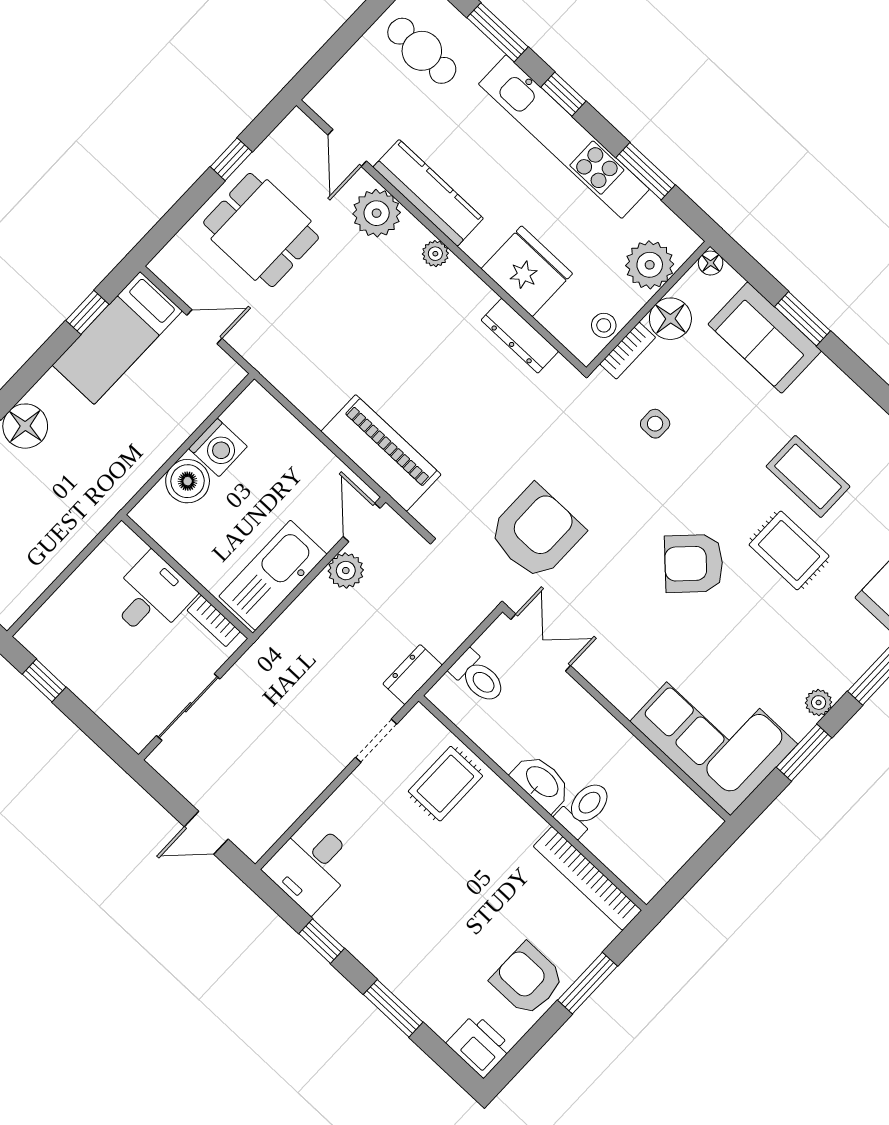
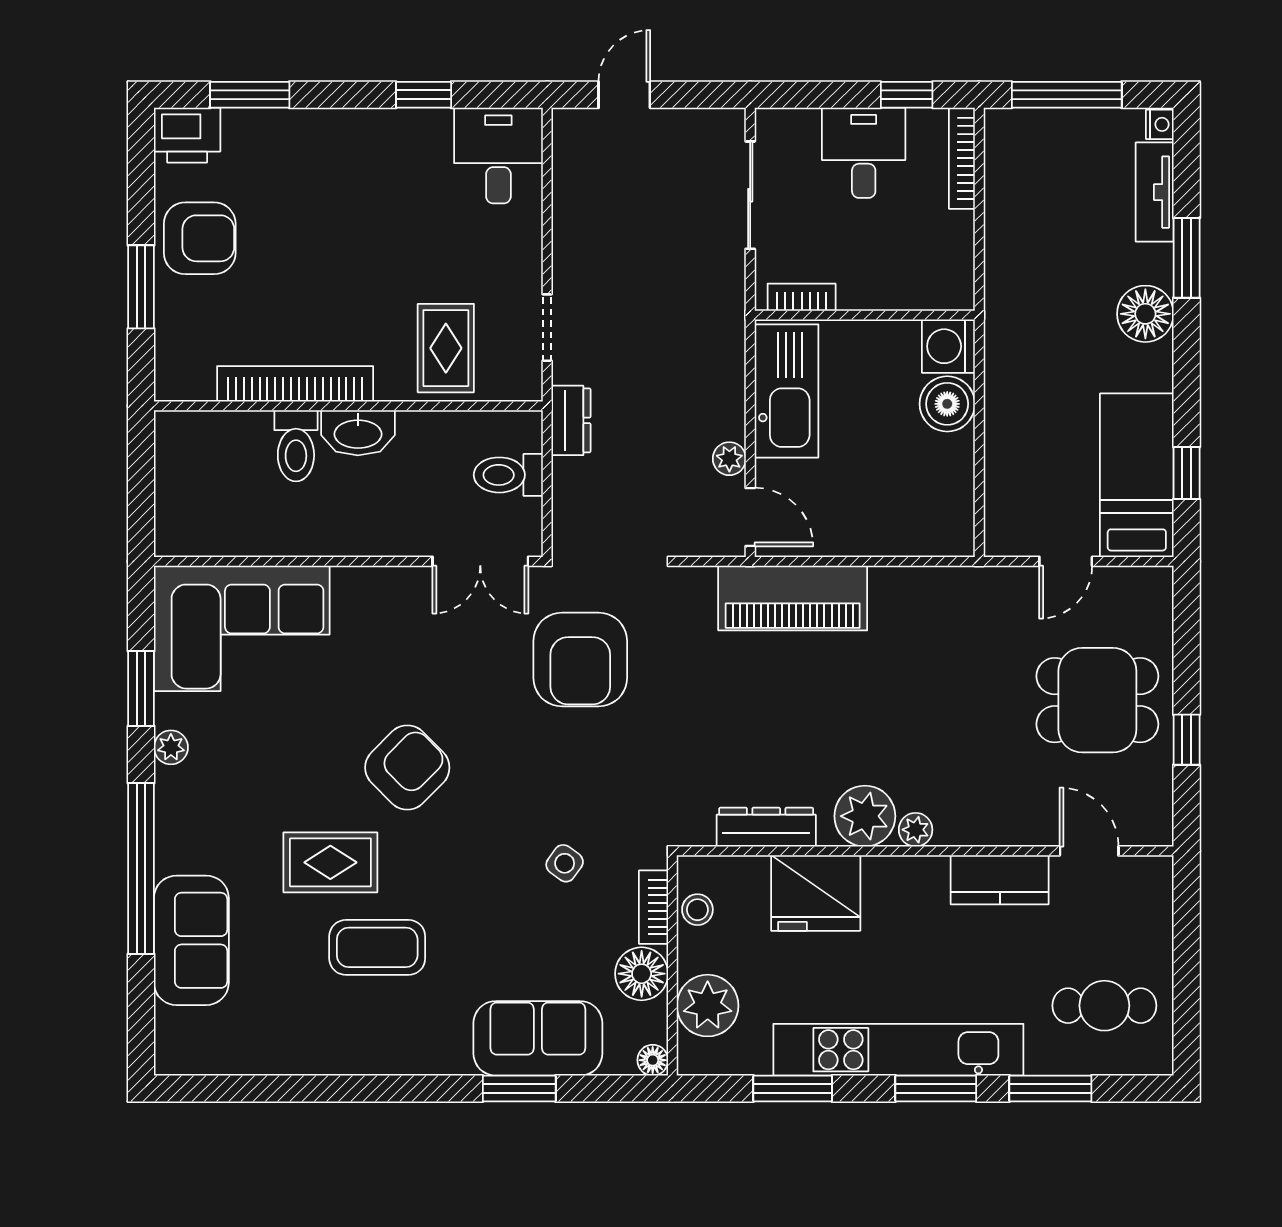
window: (563, 94) -> (936, 1089), width x1.50
kitchen counter: (428, 193) -> (1000, 880), width x0.67
plant: (377, 213) -> (865, 816), moved
side table: (655, 424) -> (565, 863), turned 36
washing machine: (218, 447) -> (948, 346), moved
plant: (346, 571) -> (729, 459), width x0.73, depth x0.73
desk: (151, 596) -> (864, 153), moved, turned 180
bookcase: (47, 614) -> (962, 158), added
bookcase: (587, 878) -> (295, 384), moved
window: (393, 1008) -> (250, 95), moved

